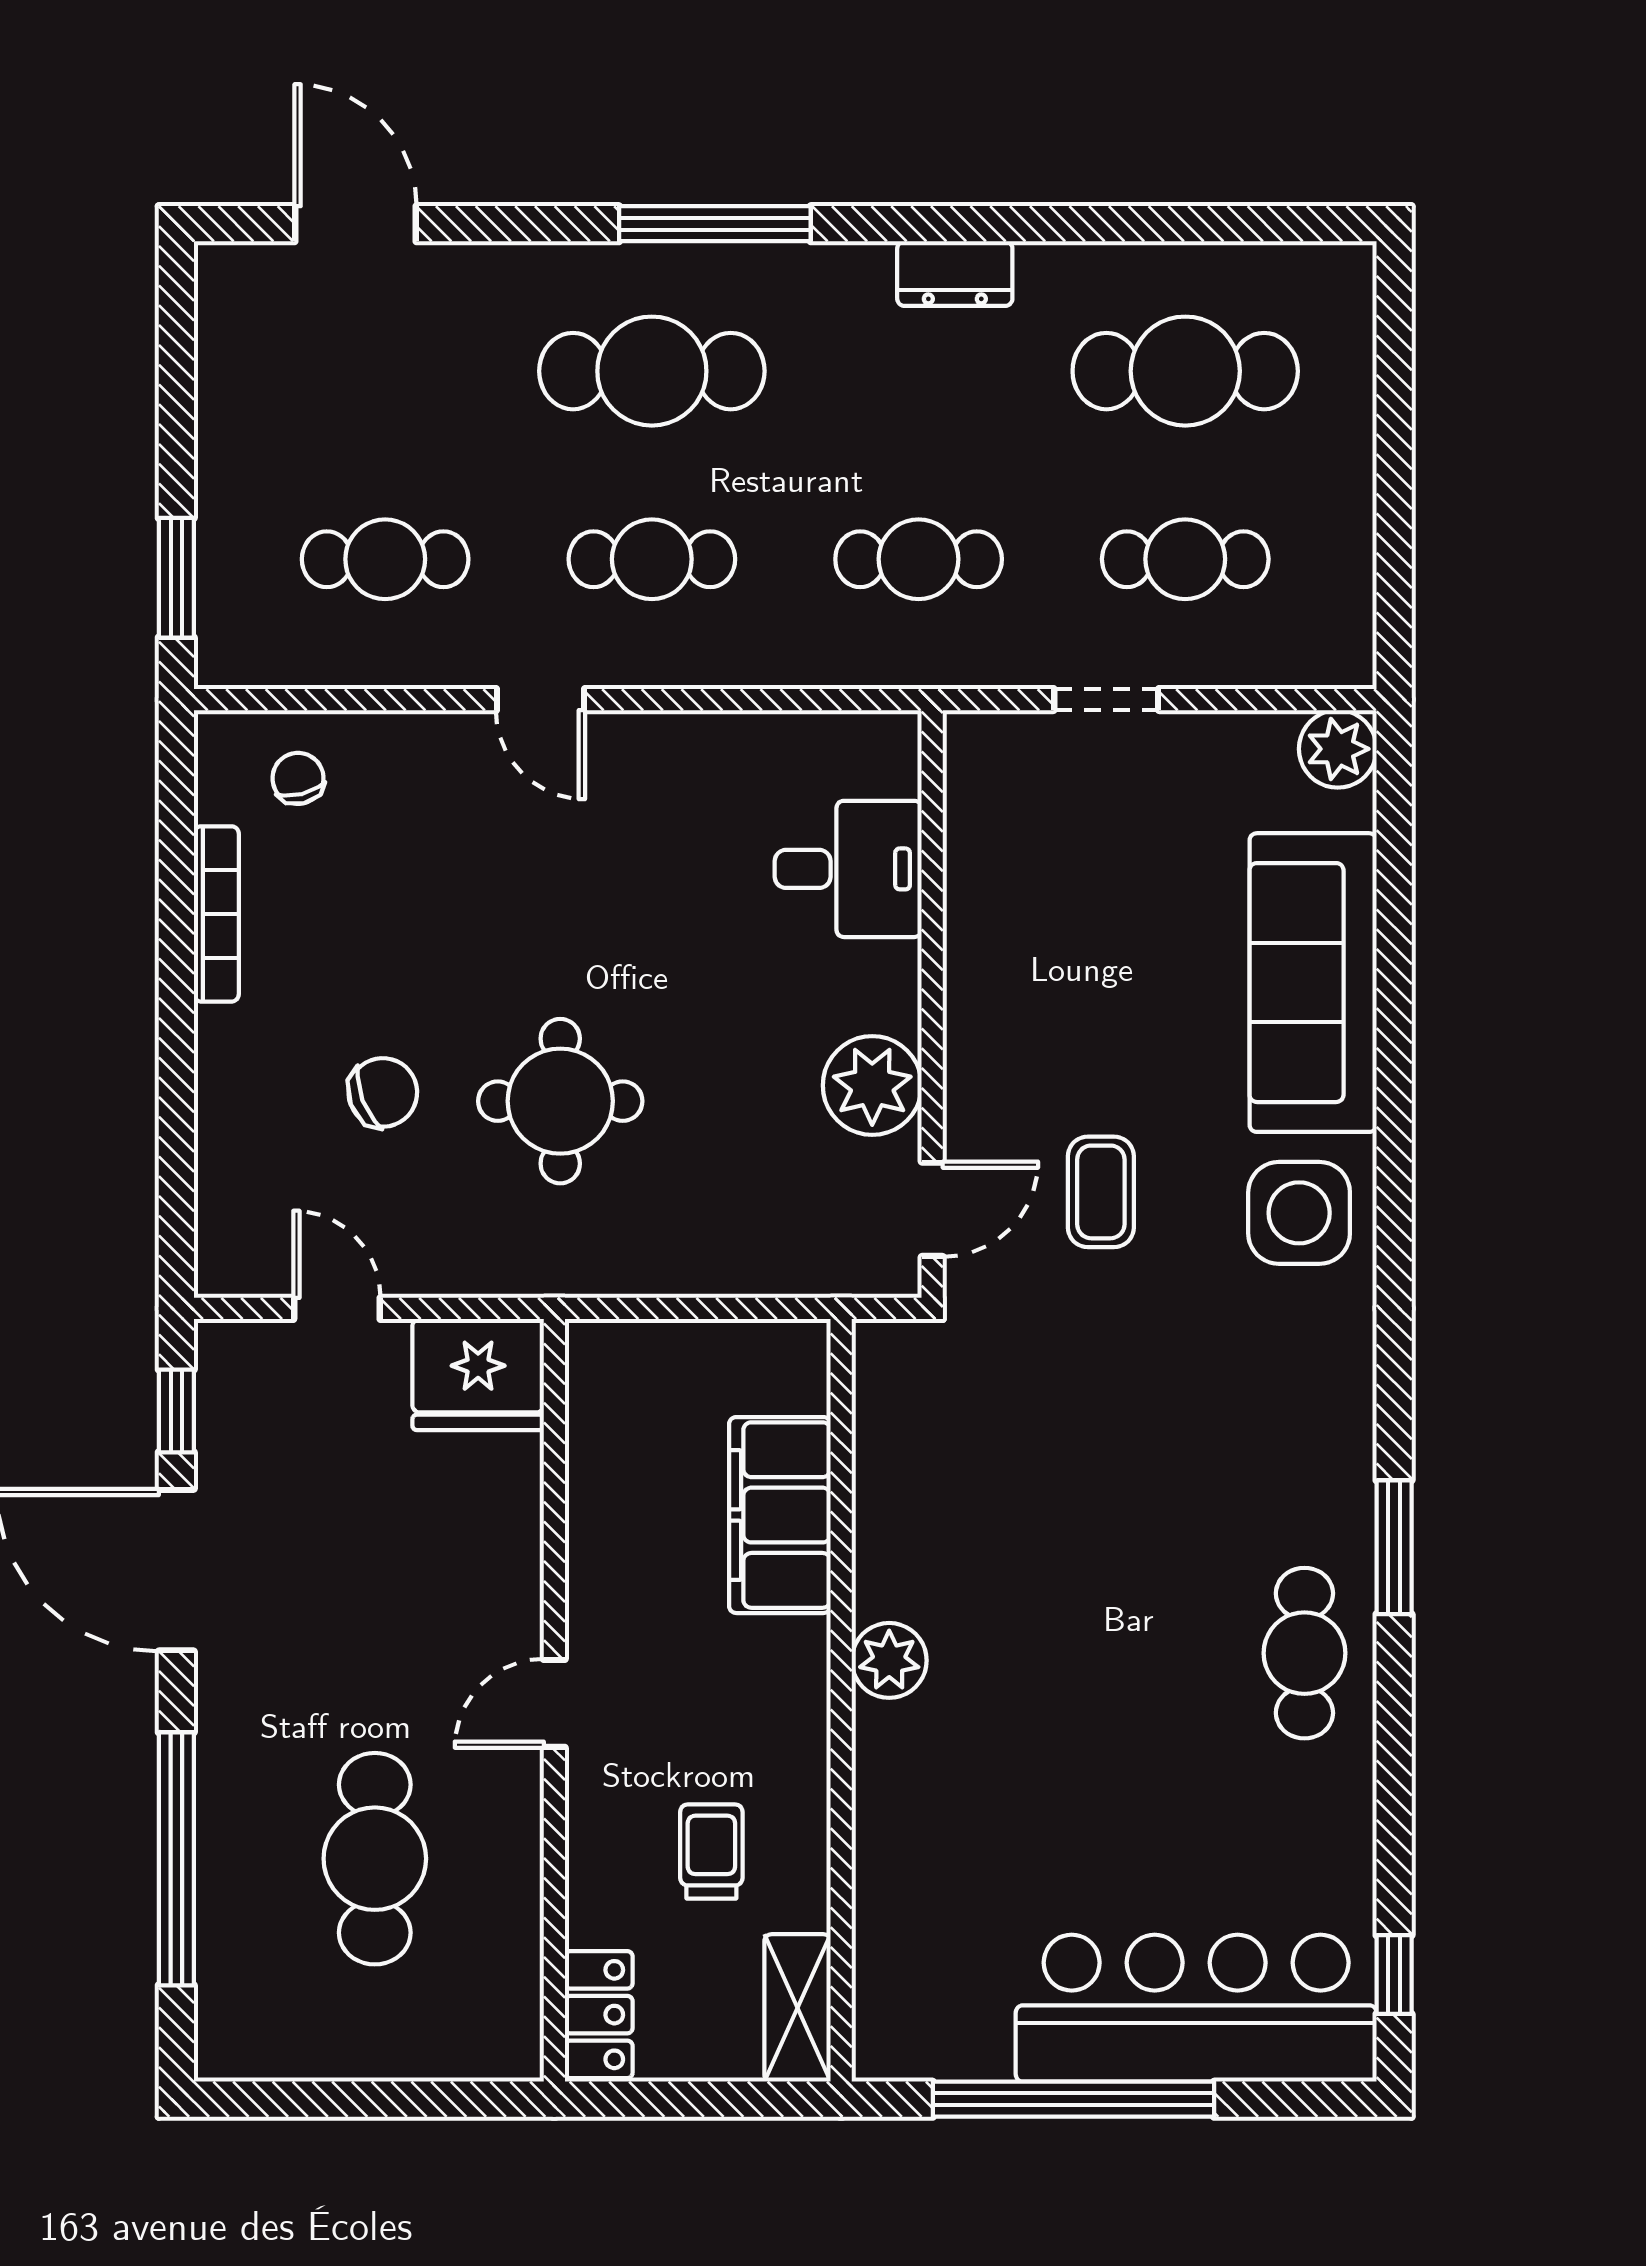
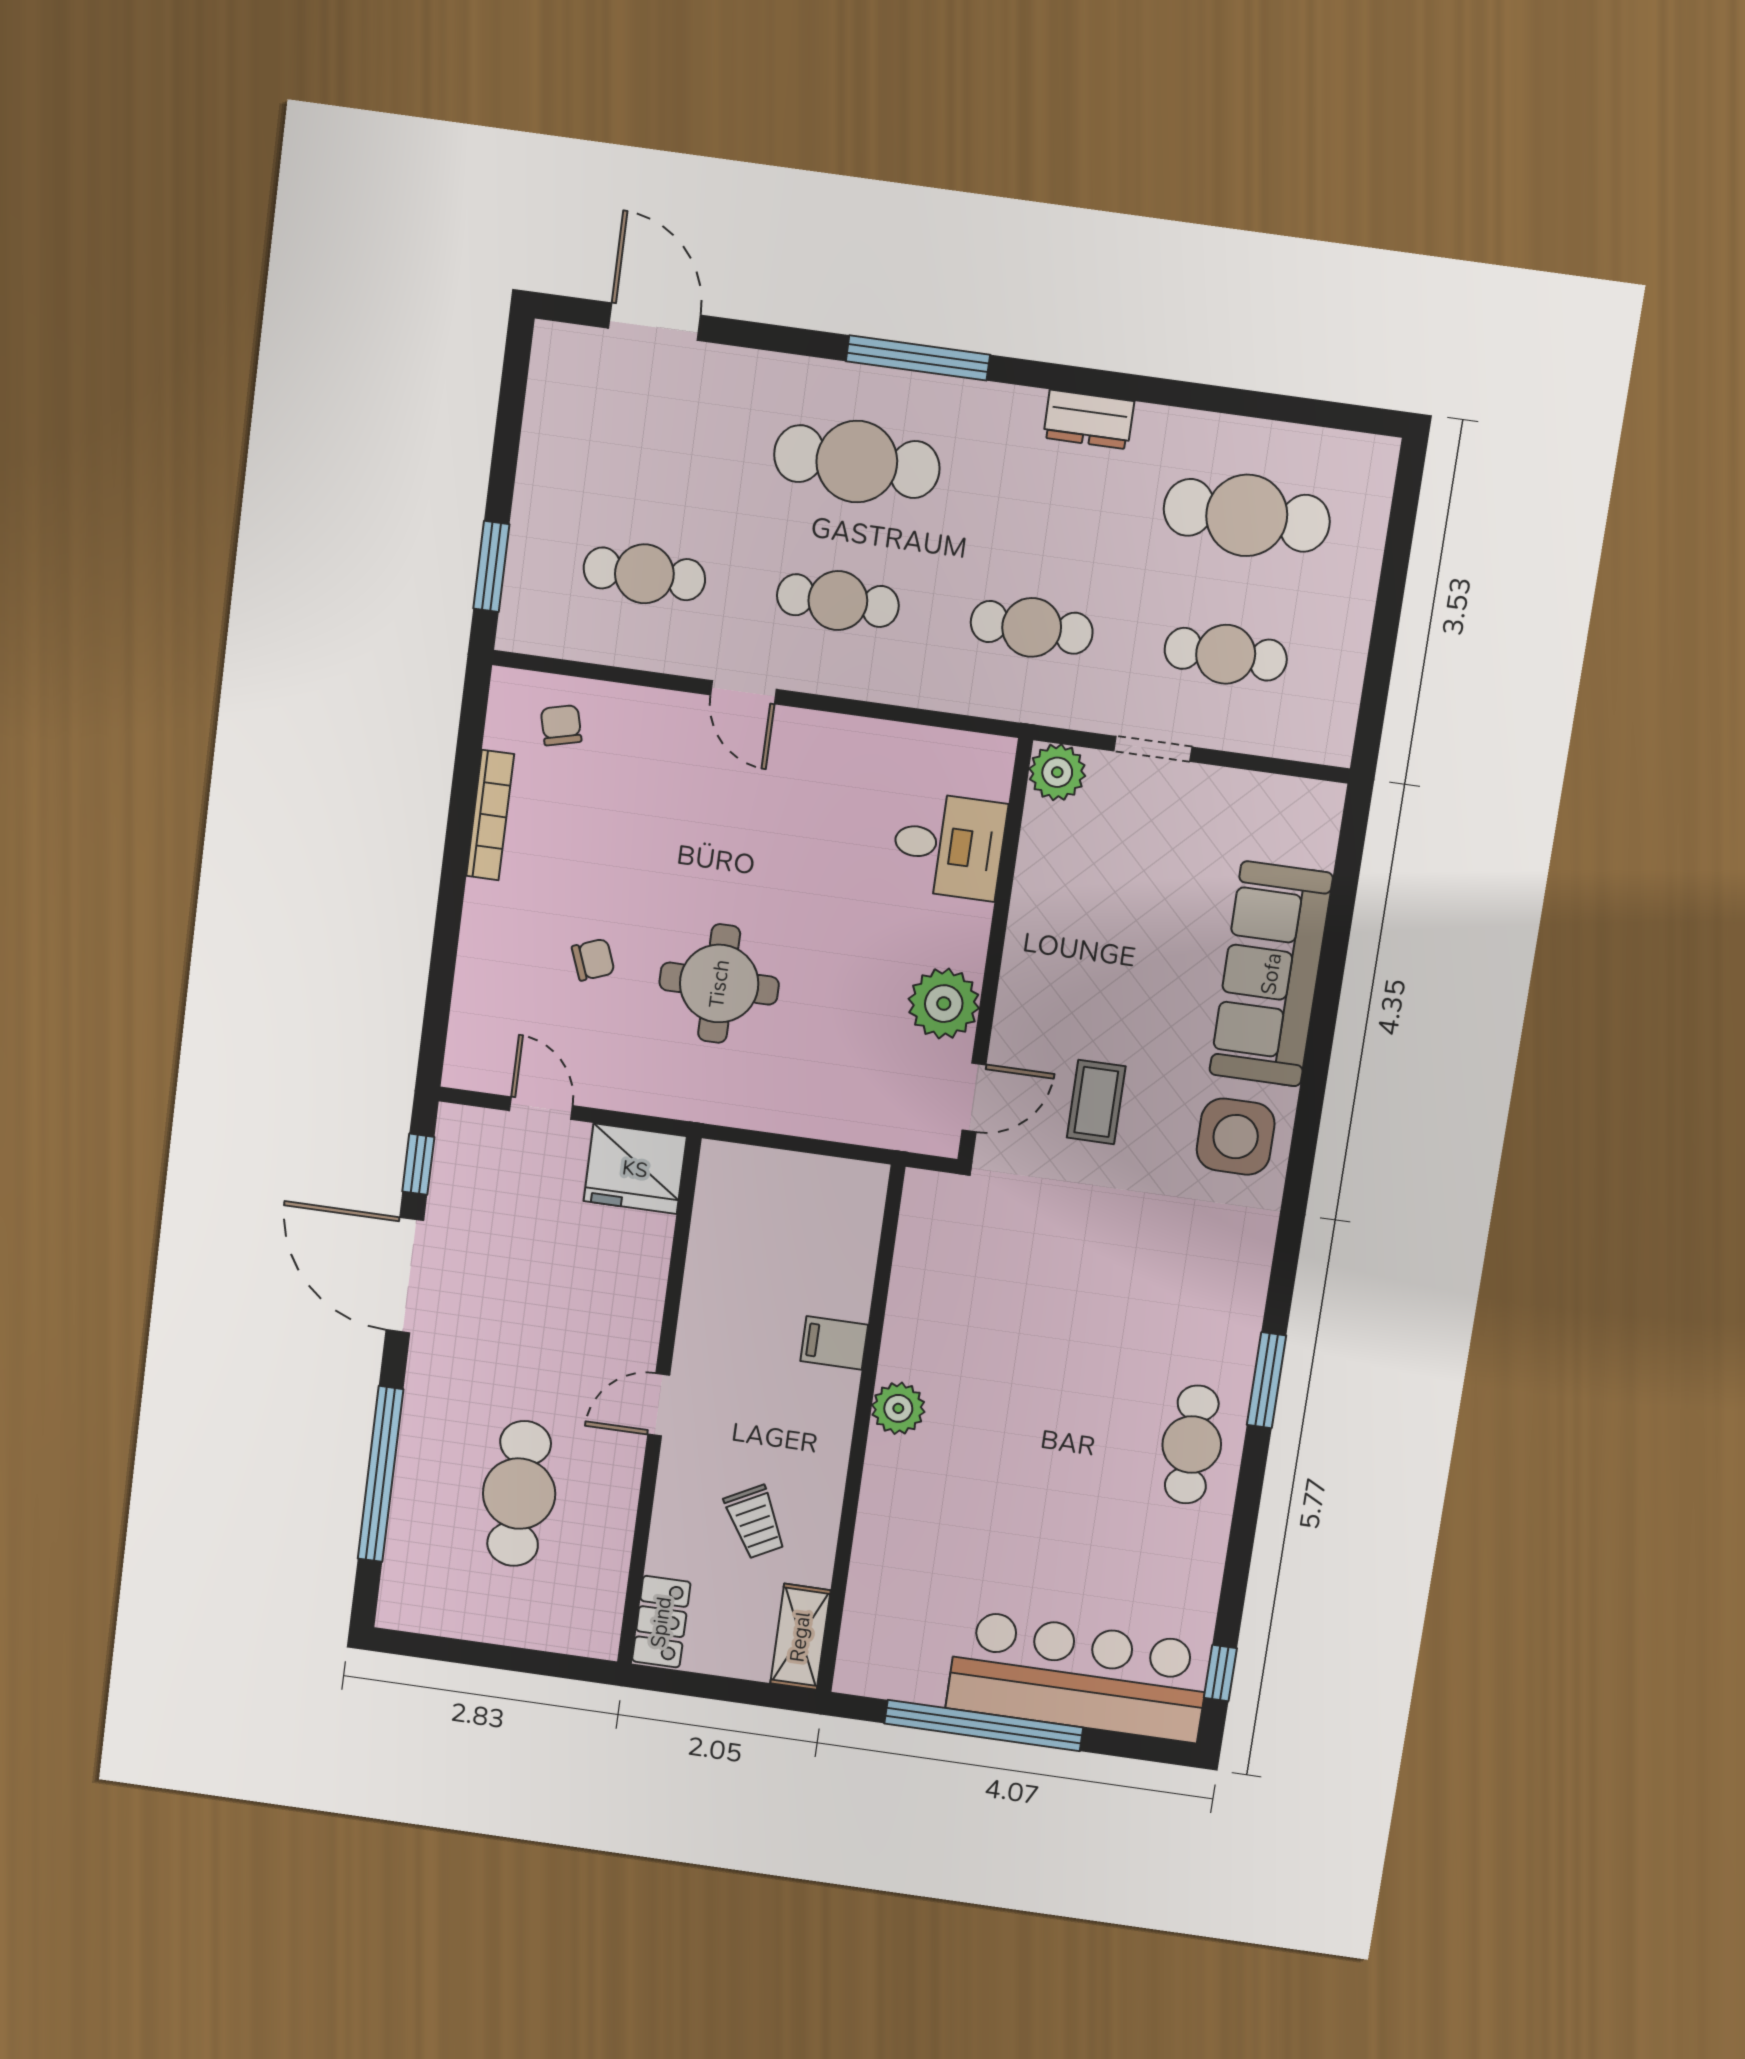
plant: (1338, 749) -> (1057, 772), moved
chair: (383, 1092) -> (593, 960), width x0.73, depth x0.73
filing cabinet: (780, 1515) -> (834, 1343), width x0.33, depth x0.86
trolley: (711, 1851) -> (755, 1522), turned 152

